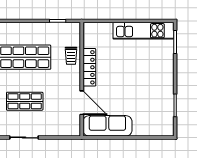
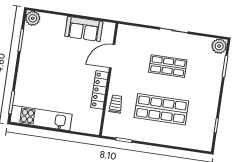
door: (82, 103) -> (112, 56), hinge flipped
sofa: (107, 126) -> (84, 29), width x0.73
plant: (166, 129) -> (33, 18), added

